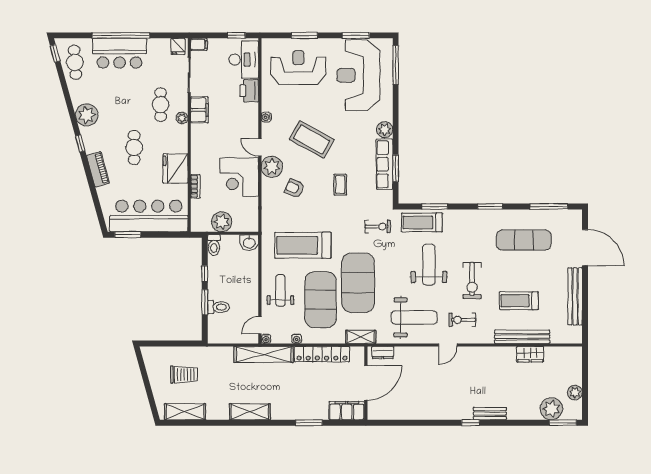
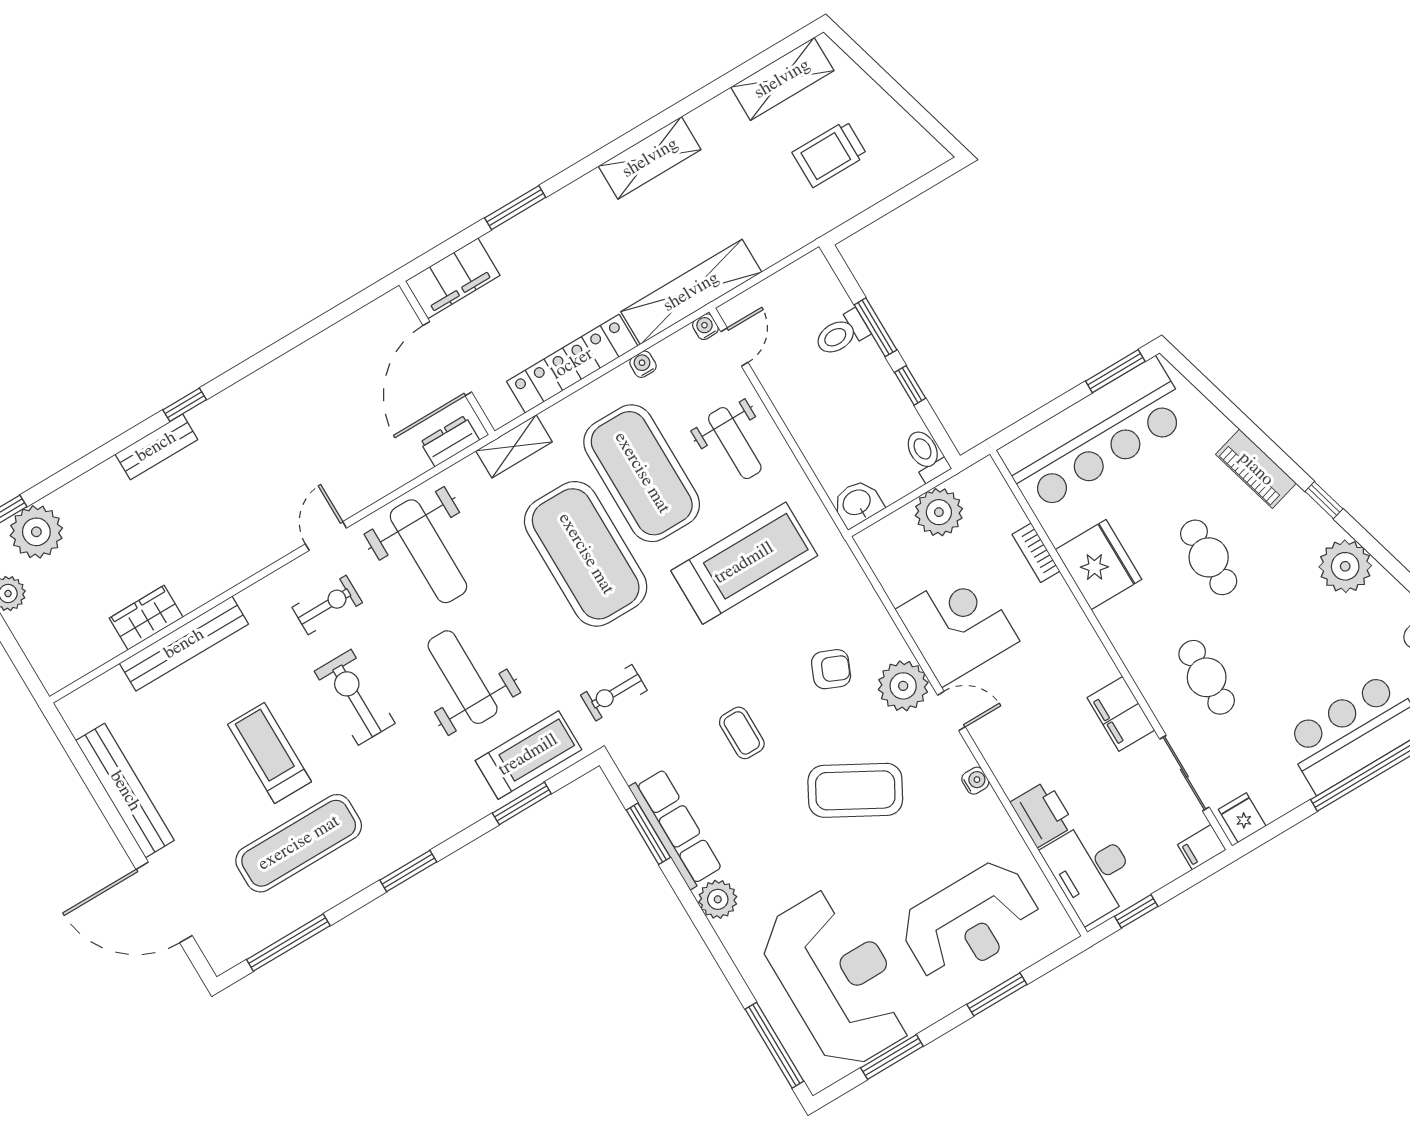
plant: (182, 118) -> (1147, 676), removed
weight bench: (429, 265) -> (463, 677), turned 180
treadmill: (519, 301) -> (269, 753), moved, turned -90
weight bench: (414, 317) -> (428, 551), turned -90

